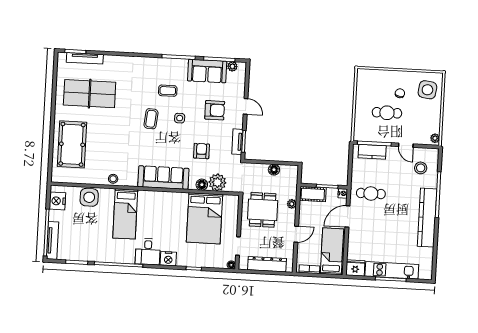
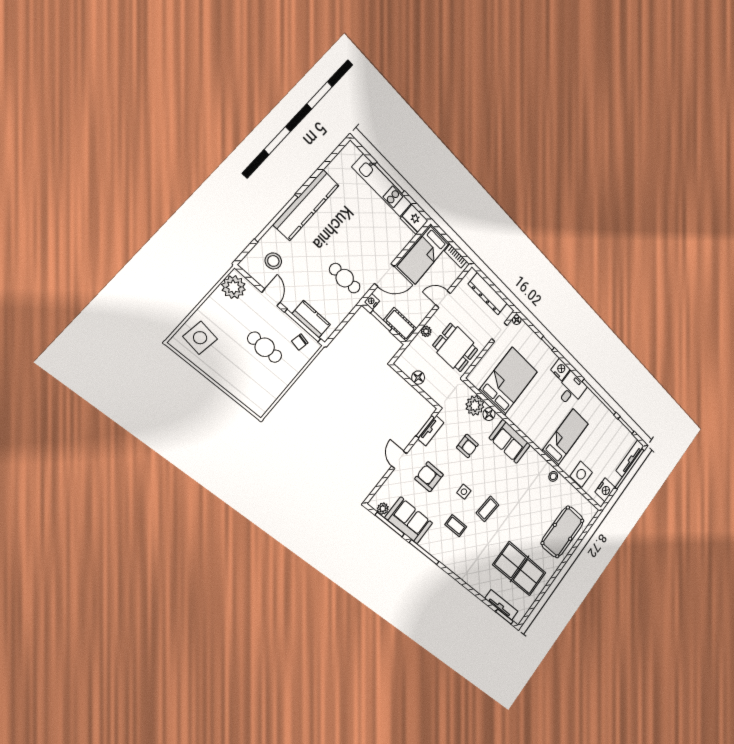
chair: (400, 93) -> (300, 342), moved
plant: (435, 138) -> (234, 287), width x1.88, depth x1.88
armchair: (201, 151) -> (467, 446), turned -90
sofa: (163, 178) -> (510, 441), width x0.73
dining table: (263, 210) -> (455, 348), turned 90

